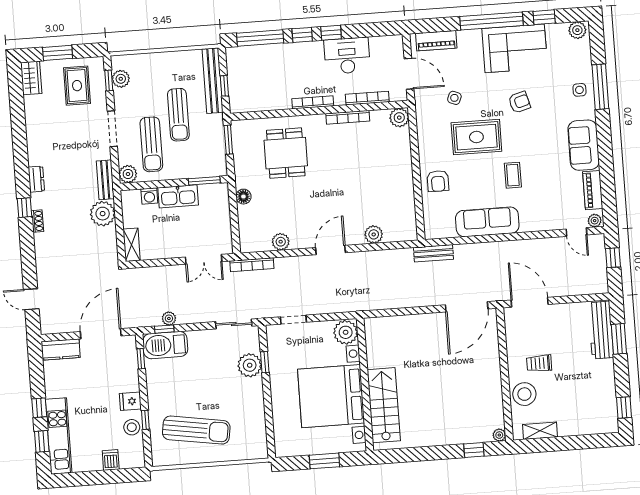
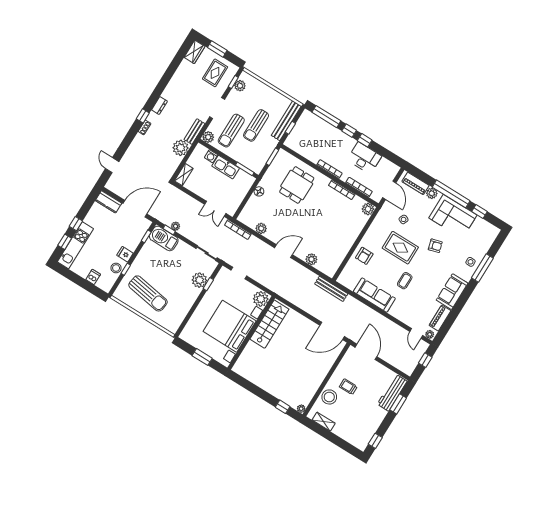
plant: (577, 30) -> (432, 193), moved
bench: (433, 253) -> (331, 289), width x1.36
stairs: (384, 405) -> (269, 324), moved

